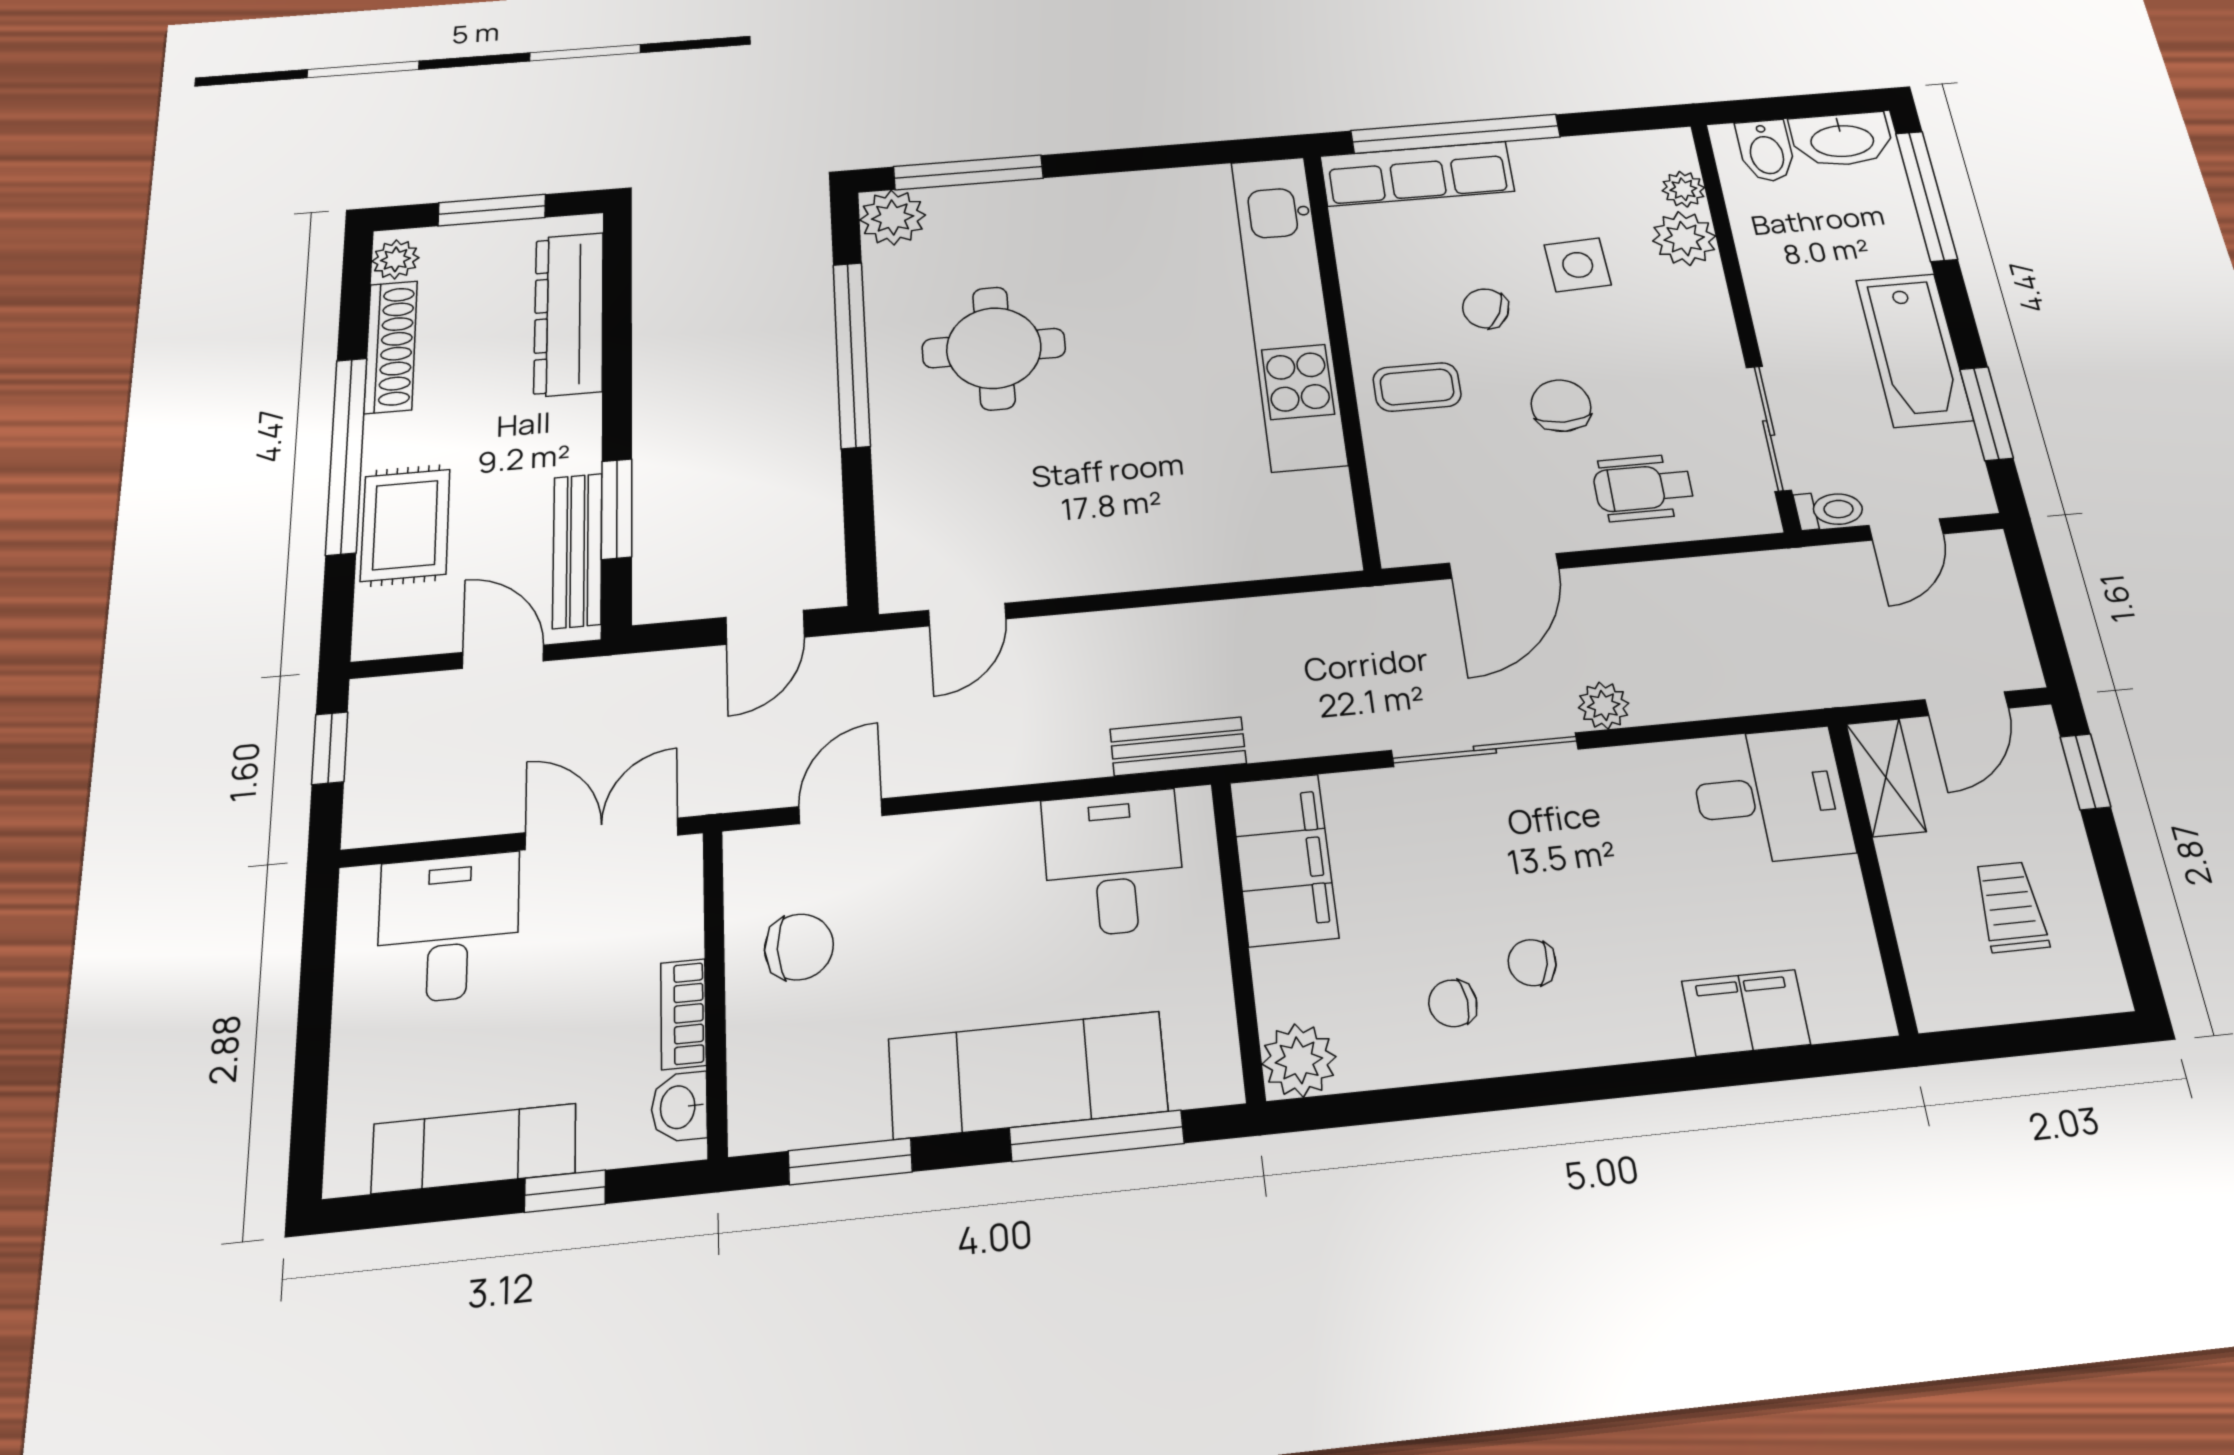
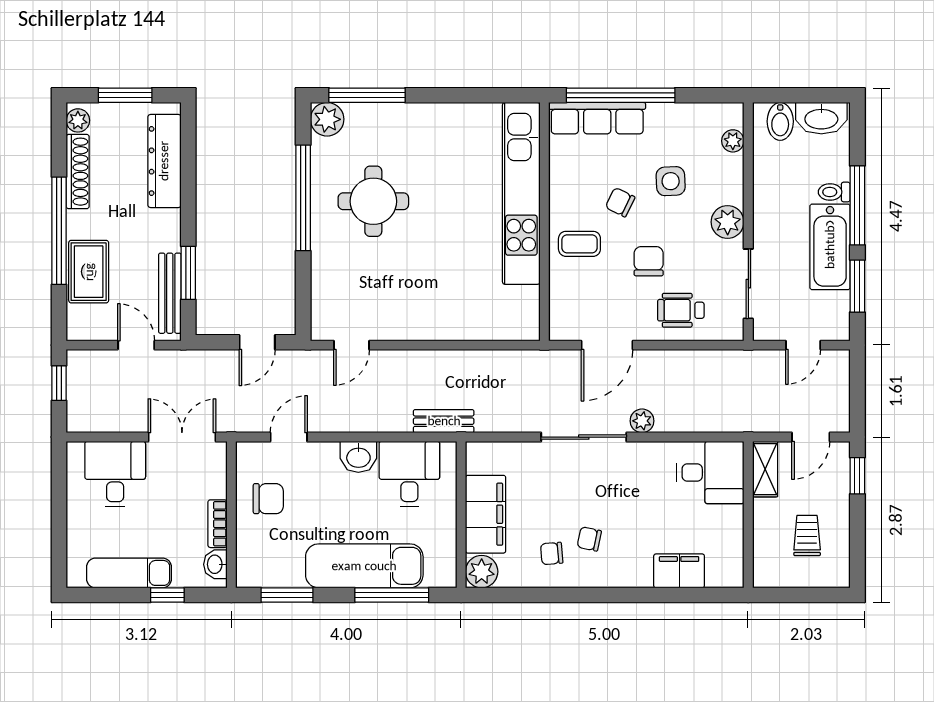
window: (1926, 196) -> (857, 205), moved
plant: (1684, 238) -> (728, 222), moved
toilet: (1829, 510) -> (834, 192), moved, turned 180
washbasin: (997, 838) -> (358, 457), added
filing cabinet: (1284, 860) -> (486, 514), moved

